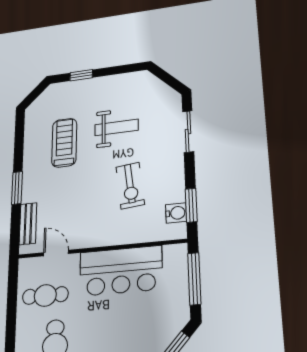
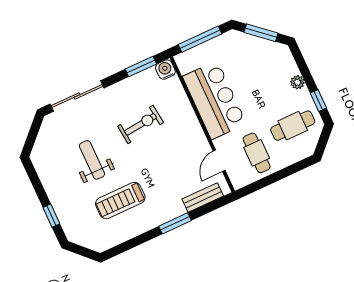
sliding door: (188, 132) -> (77, 96), width x1.37
water cooler: (176, 213) -> (165, 70), moved

